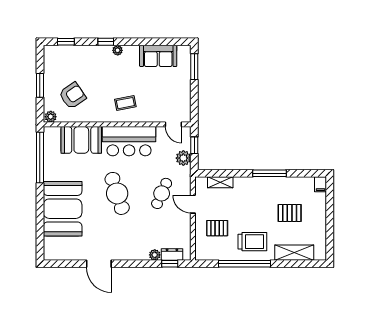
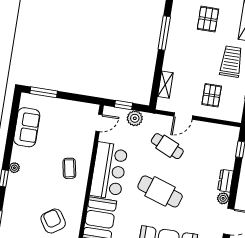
cafe table: (117, 193) -> (160, 191), turned 36
dresser: (172, 254) -> (225, 181), moved
plant: (155, 255) -> (223, 198), moved

